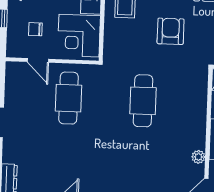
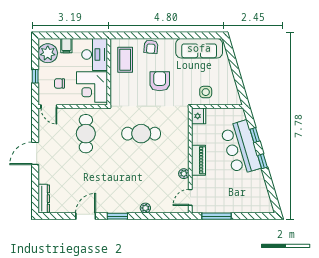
door: (38, 60) -> (49, 106), moved
cafe table: (143, 101) -> (141, 134), turned 90

